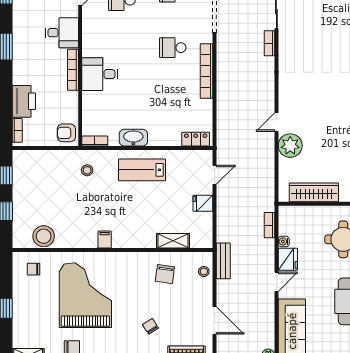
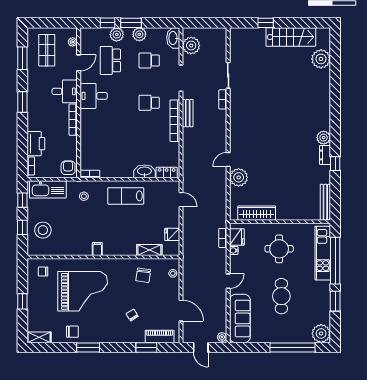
desk: (100, 74) -> (94, 96), moved
armchair: (66, 133) -> (68, 168), turned 90
washbasin: (133, 138) -> (144, 171), moved
kitchen sink: (40, 161) -> (48, 189), added
door: (215, 175) -> (181, 200), hinge flipped
fridge: (203, 203) -> (172, 234), moved
stool: (44, 236) -> (43, 230), moved
fridge: (288, 259) -> (237, 237), moved
bench: (223, 261) -> (188, 113), moved
grand piano: (85, 295) -> (83, 291), turned 90

